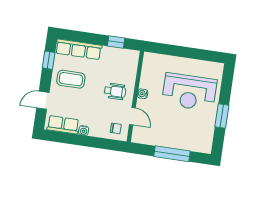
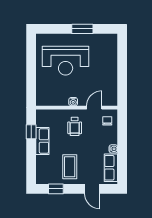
row of seats: (79, 49) -> (42, 141), moved, width x0.68
wheelchair: (115, 91) -> (75, 126), turned 180
reception desk: (189, 92) -> (66, 61), turned 90
window: (172, 154) -> (122, 68), removed

